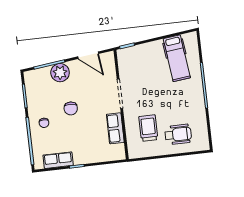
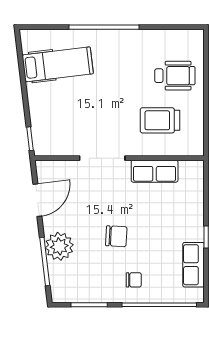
wheelchair: (178, 134) -> (175, 76), turned 90

